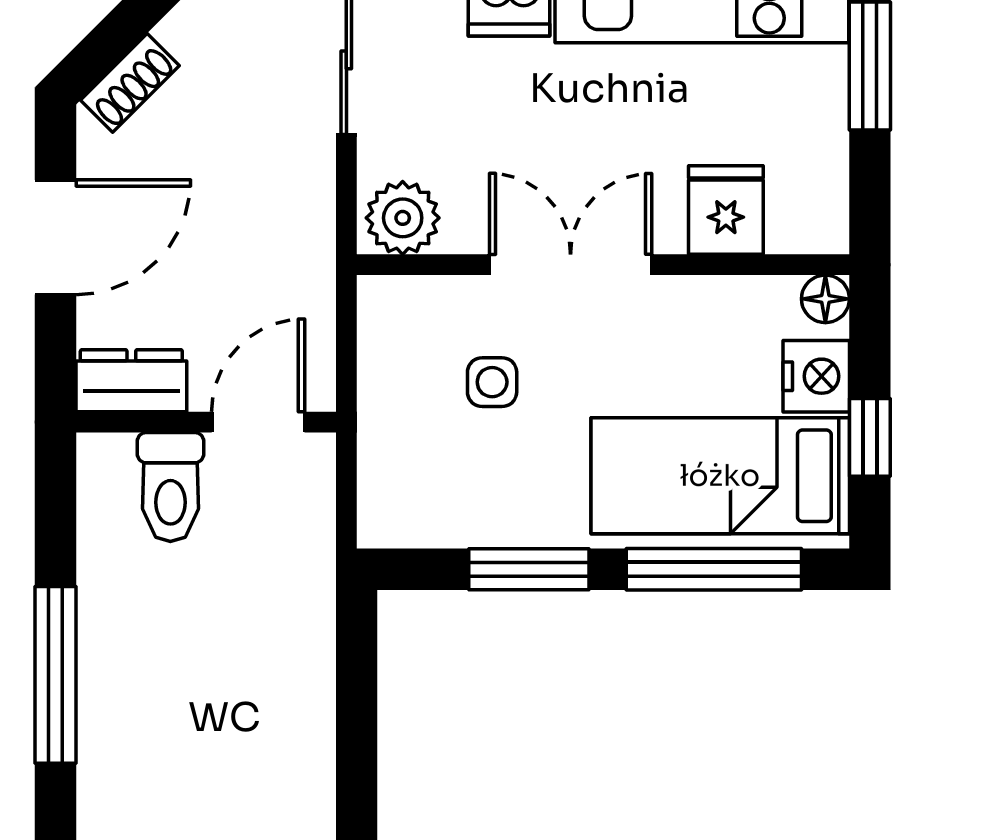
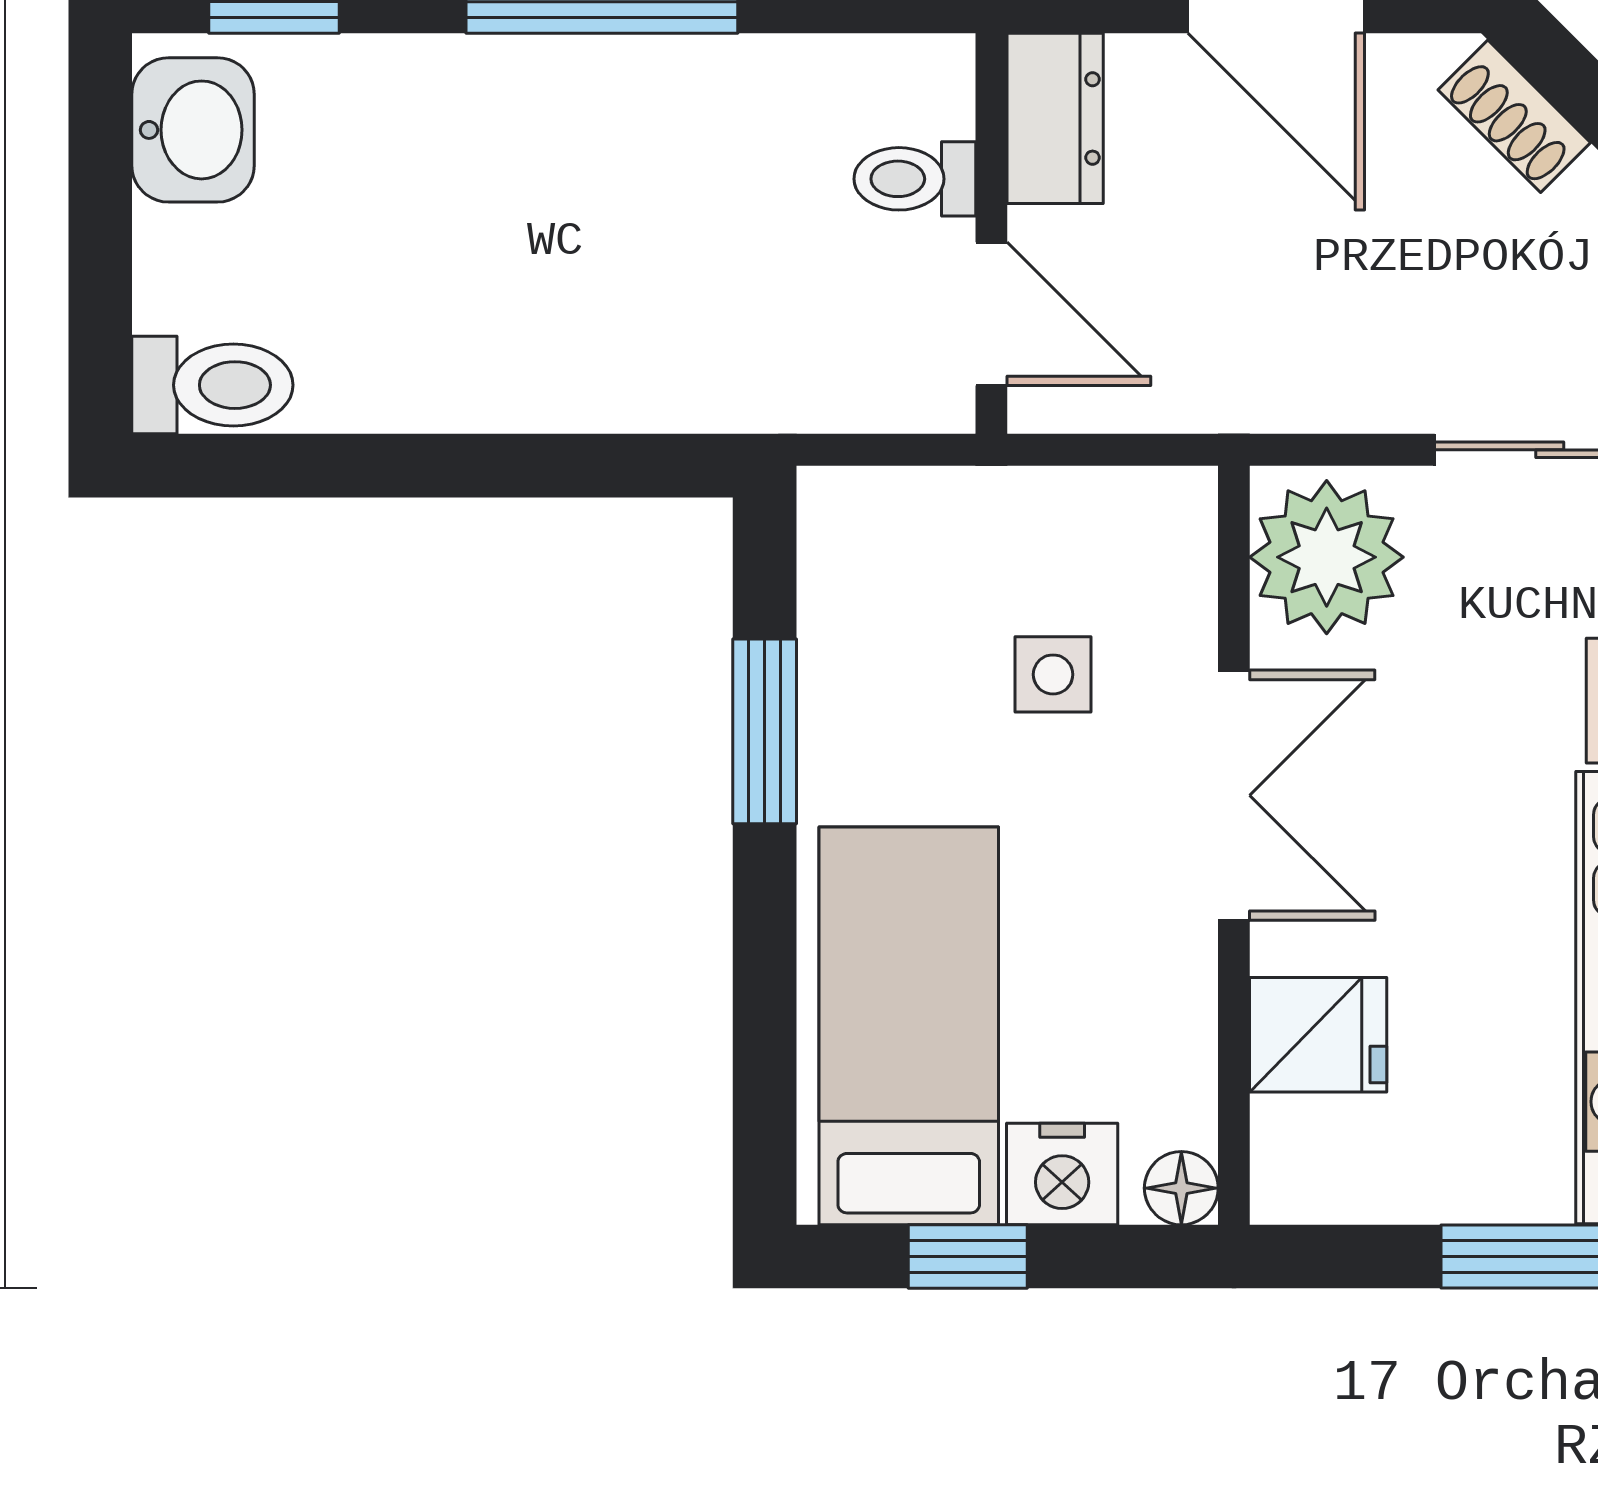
plant: (403, 218) -> (1327, 557), width x1.36, depth x1.36
toilet: (170, 487) -> (915, 179), width x0.73, depth x0.72
window: (714, 569) -> (765, 1016), removed

